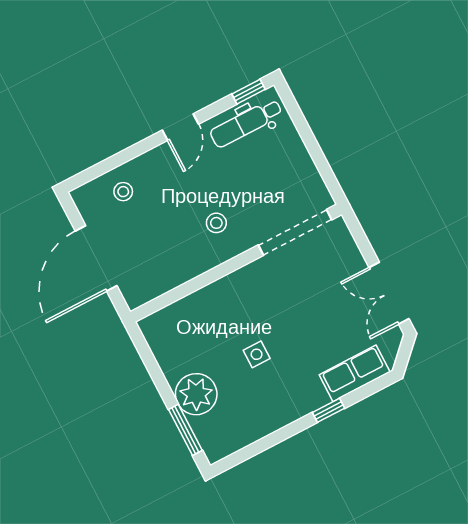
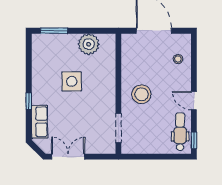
stool: (216, 223) -> (141, 94), width x1.89, depth x1.89
doorway: (295, 232) -> (118, 128), width x0.73
side table: (257, 354) -> (72, 81), width x1.87, depth x1.87
plant: (196, 394) -> (89, 44), moved

